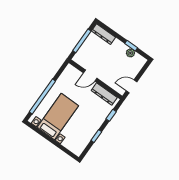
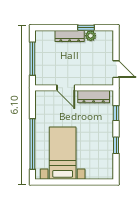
dresser: (103, 34) -> (70, 36), moved
door: (90, 75) -> (66, 88), hinge flipped
door: (132, 86) -> (116, 69), swing flipped

